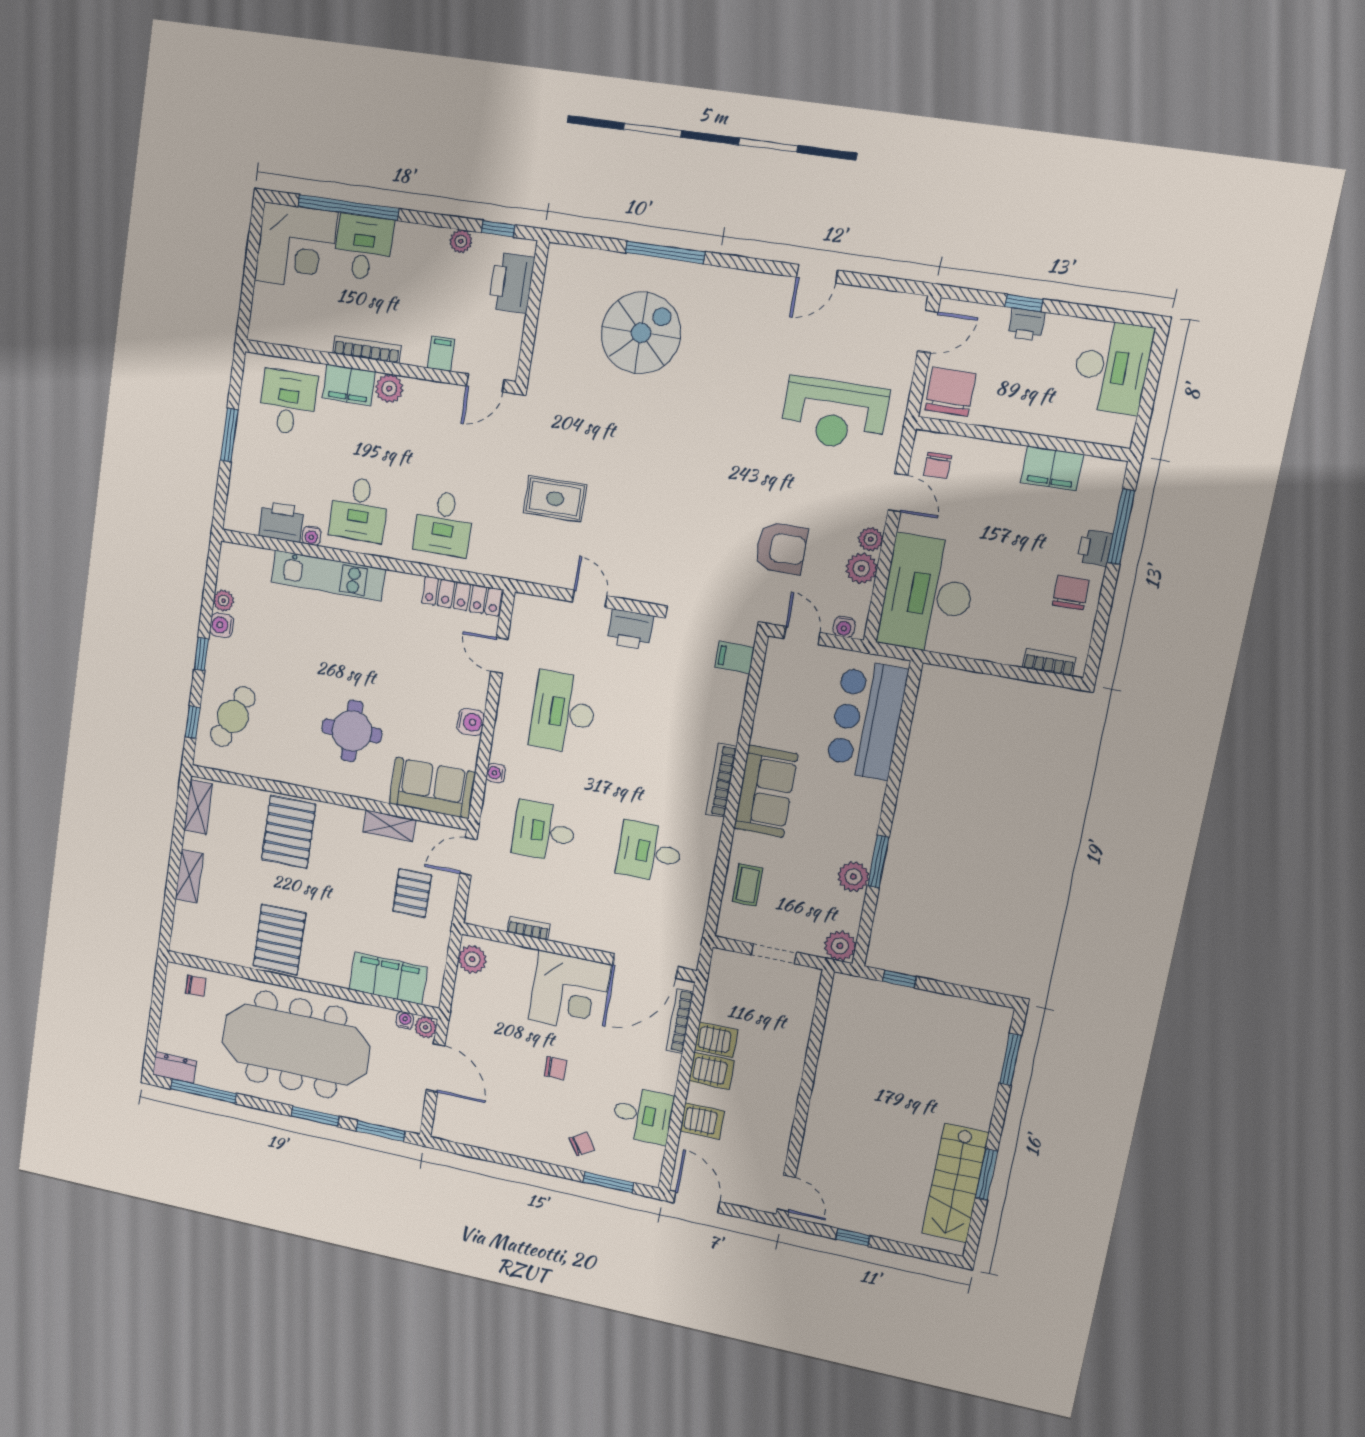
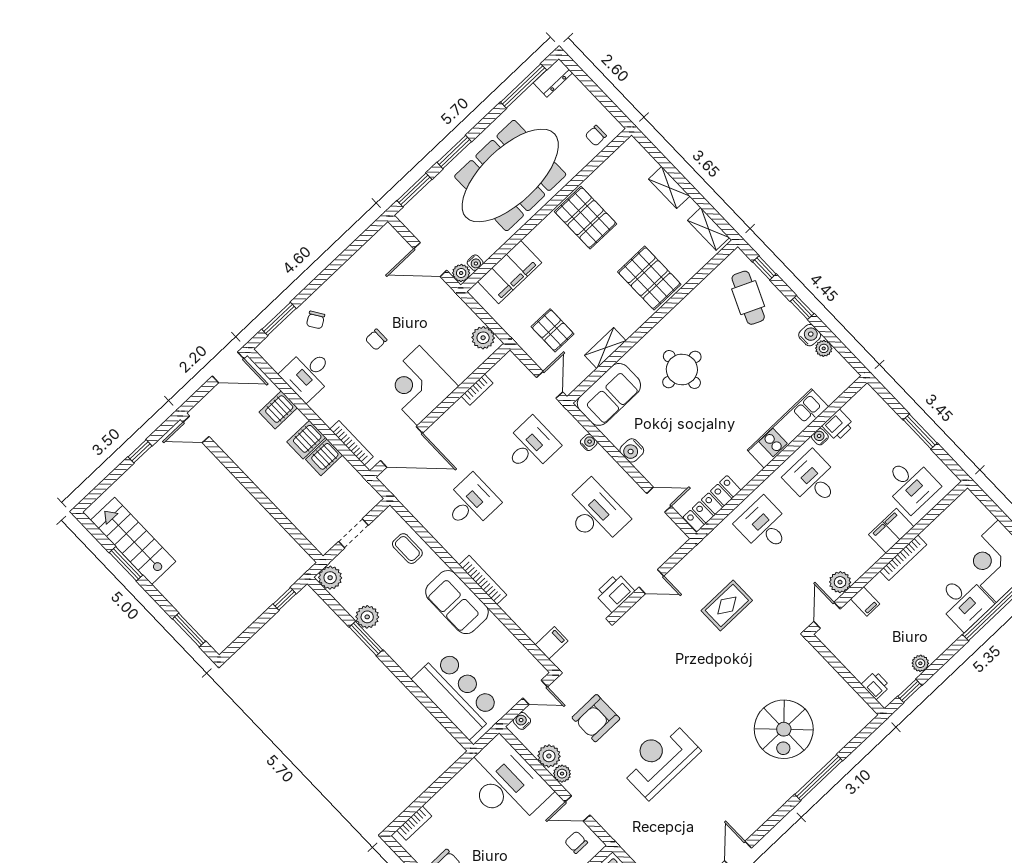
printer: (512, 283) -> (876, 685), width x0.53, depth x0.68
plant: (389, 388) -> (840, 582), moved
reception desk: (835, 414) -> (659, 759), moved
printer: (281, 522) -> (838, 425), width x0.73, depth x0.81
door: (645, 966) -> (401, 447), swing flipped

